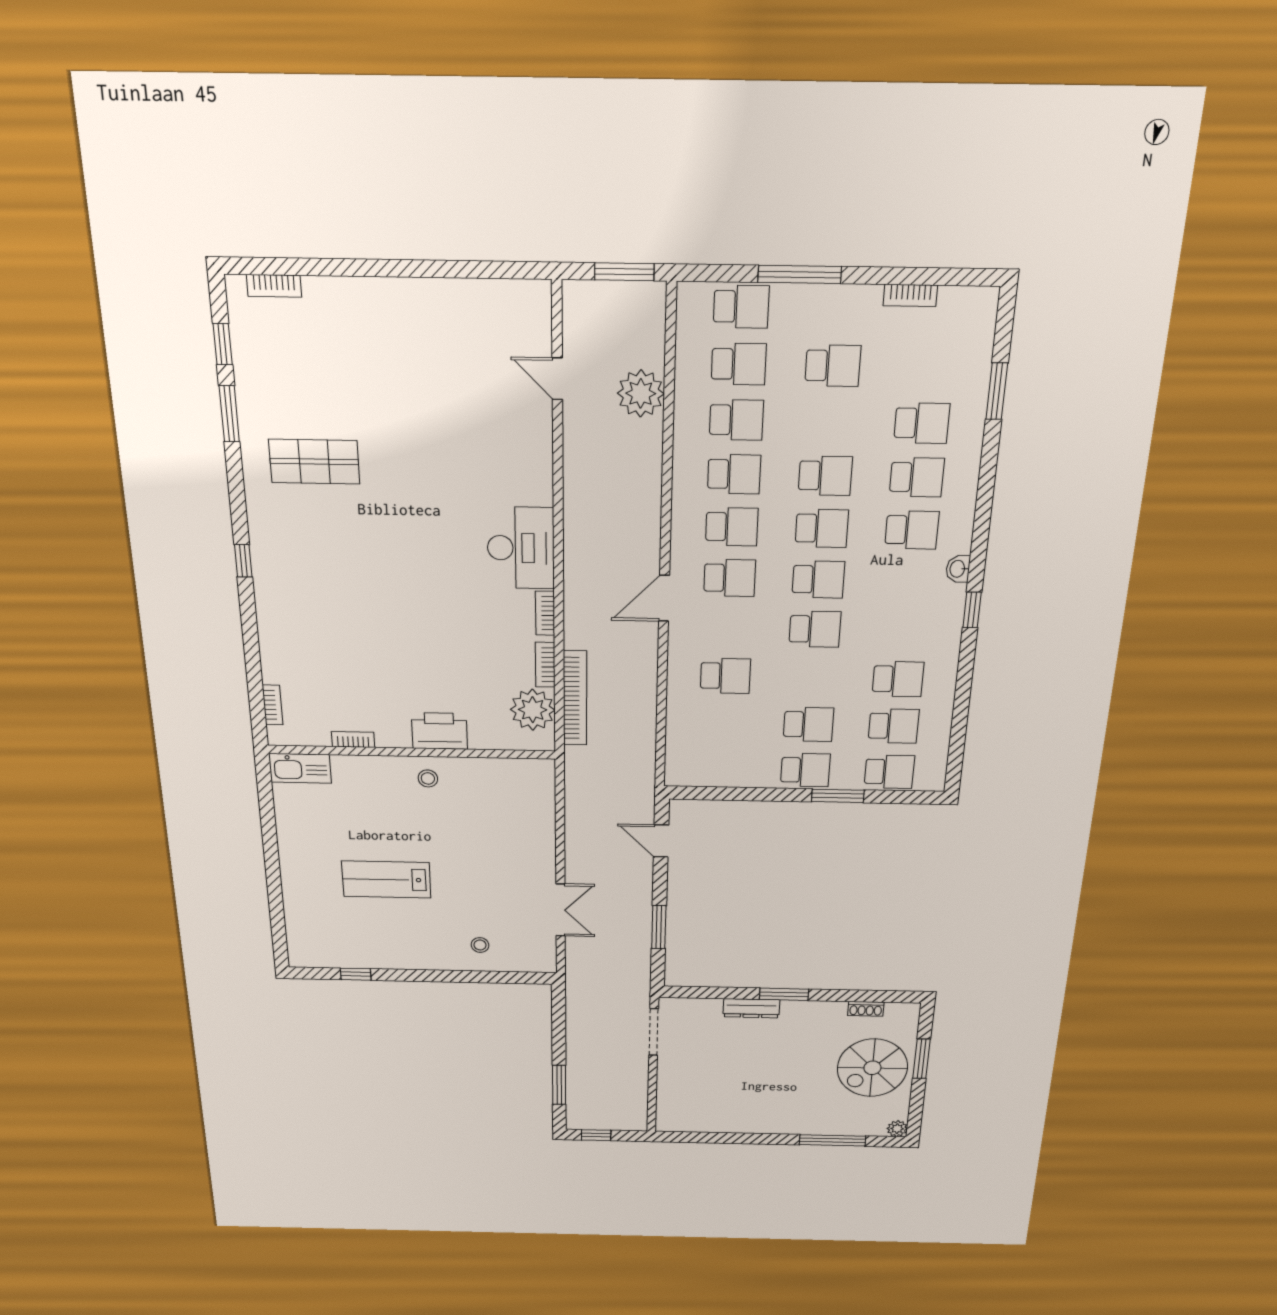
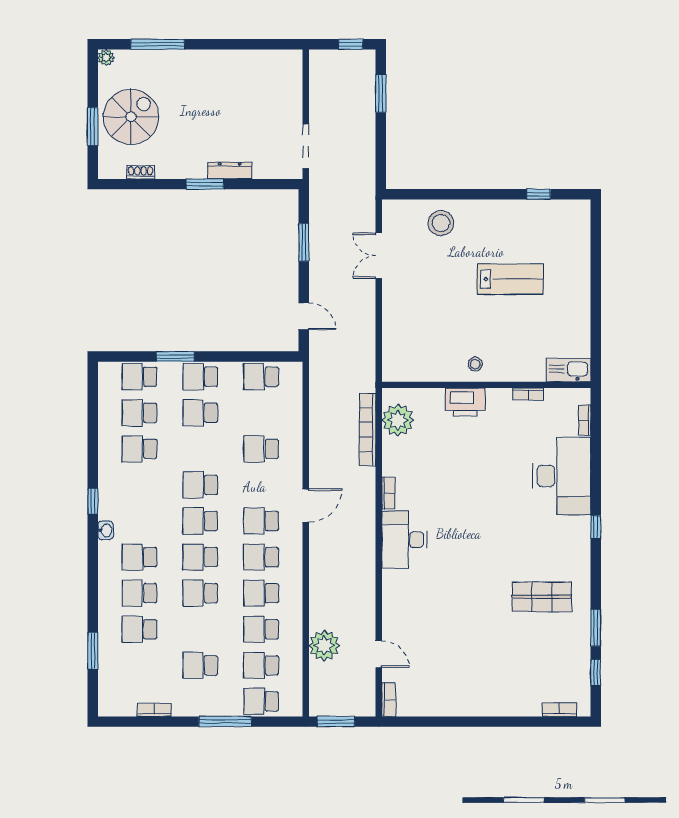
desk: (298, 632) -> (562, 476), added
bookcase: (545, 665) -> (389, 700), moved
school desk: (721, 768) -> (261, 377), added
stool: (480, 945) -> (441, 223), width x1.89, depth x1.89

